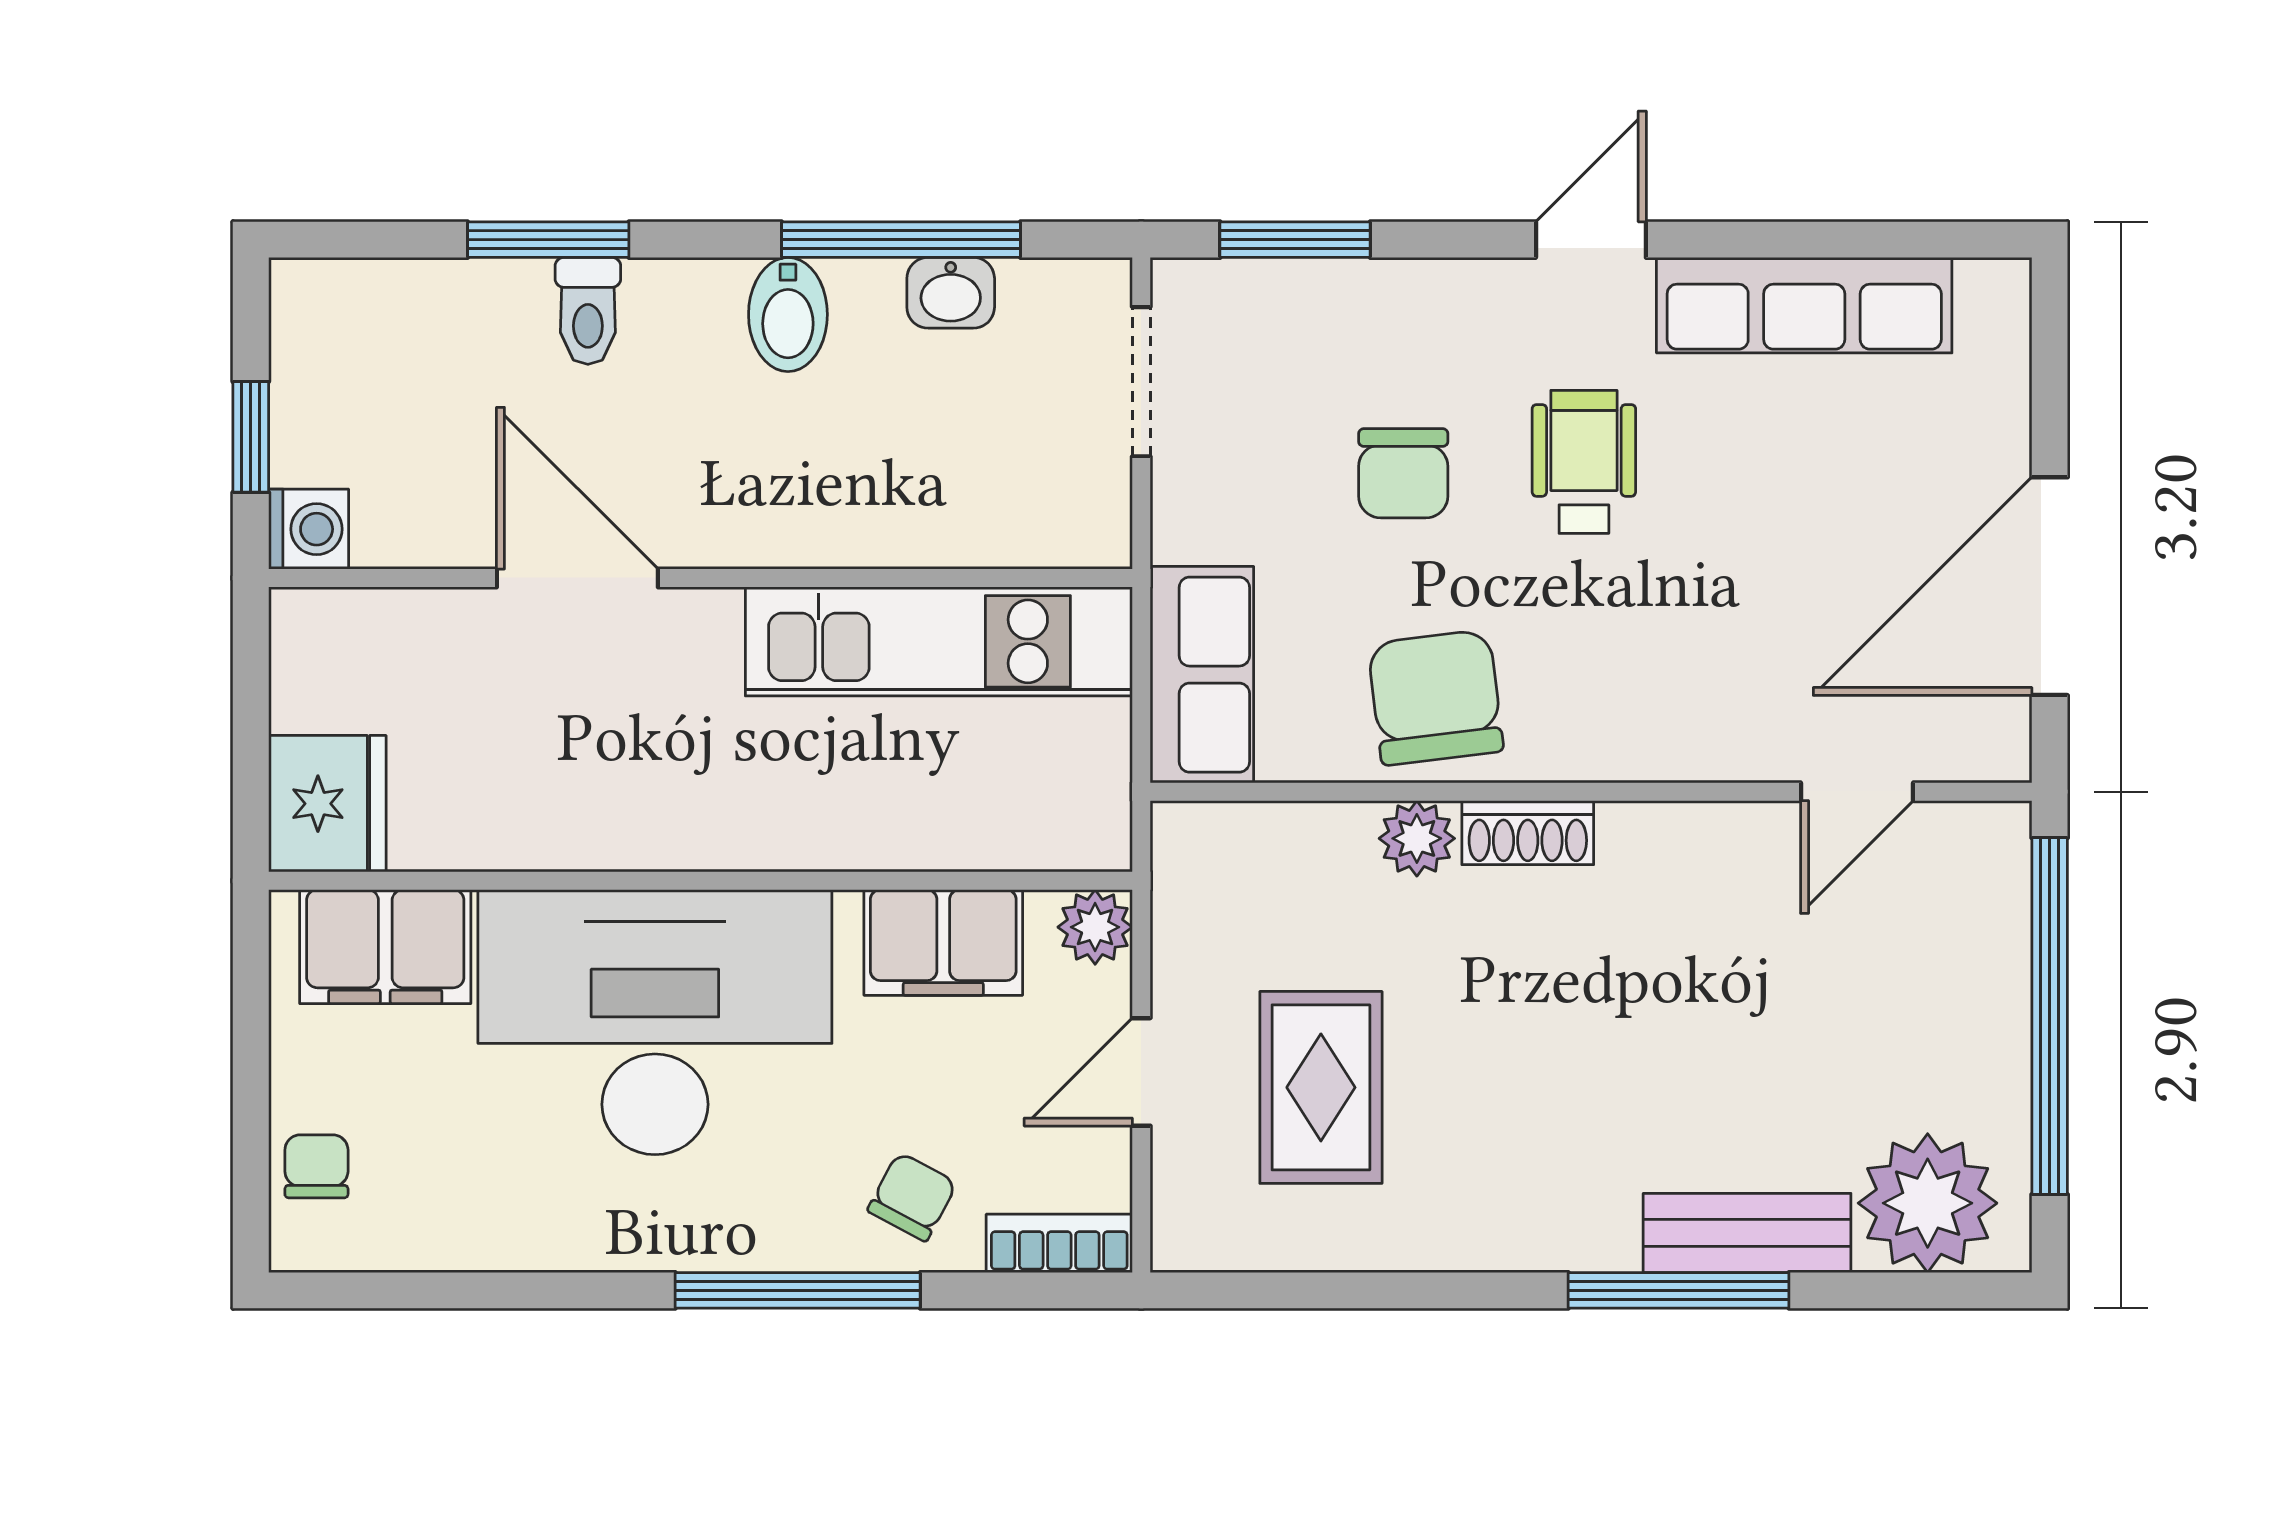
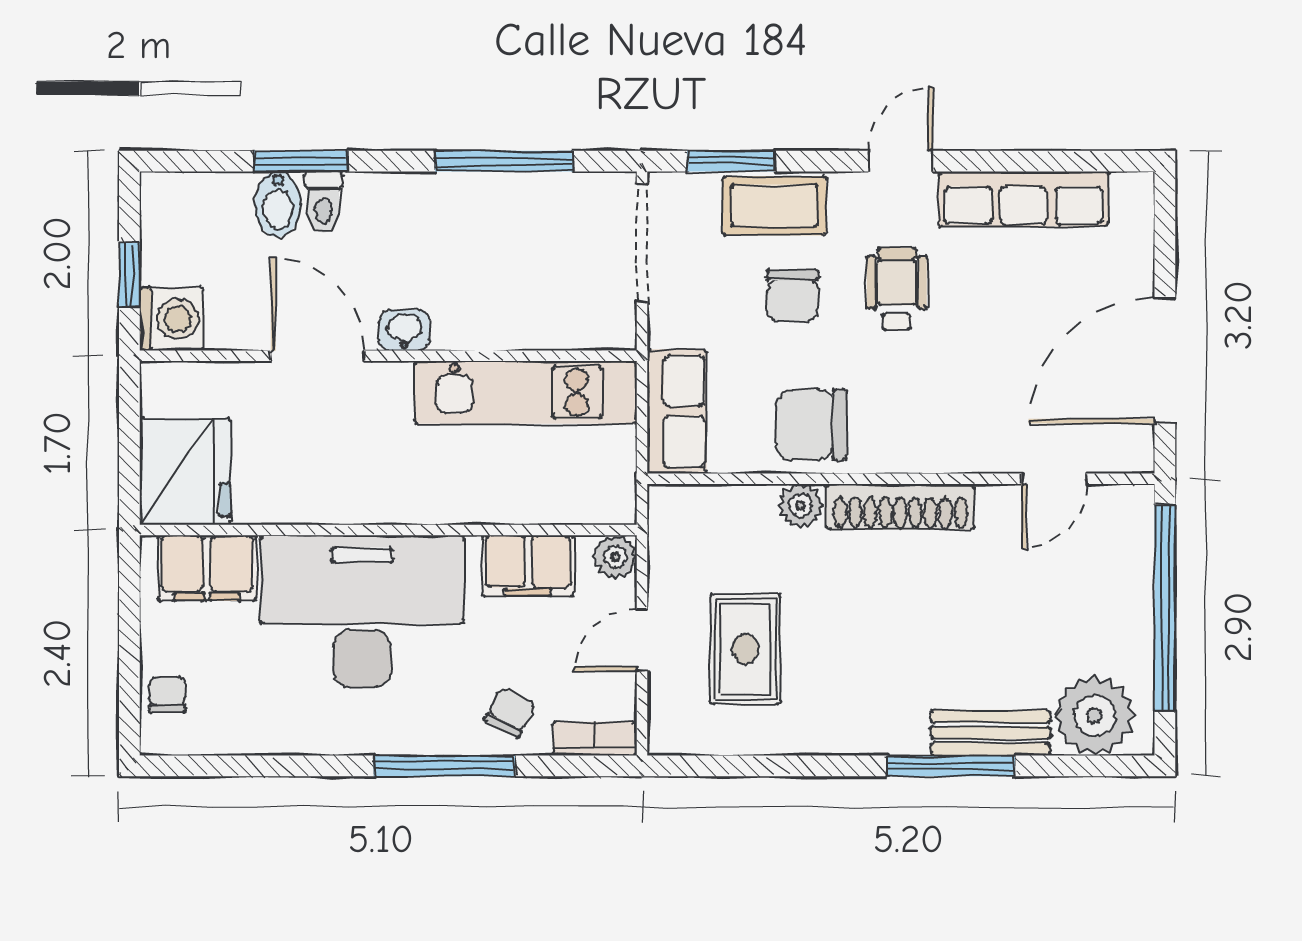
washbasin: (951, 293) -> (404, 330), moved, turned 180
bidet: (788, 314) -> (278, 204), moved
coffee table: (1371, 317) -> (774, 206), added
doorway: (1141, 382) -> (642, 243), width x1.38
washing machine: (309, 529) -> (171, 319), width x1.38, depth x1.38
chair: (1436, 697) -> (811, 425), turned -83
fridge: (327, 804) -> (185, 471), width x1.36, depth x1.34
shoe rack: (1528, 833) -> (900, 507), width x1.94, depth x1.24

